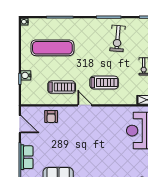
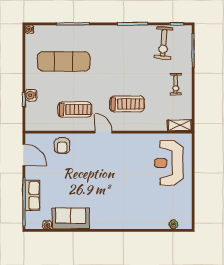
exercise bike: (117, 38) -> (164, 43), moved

